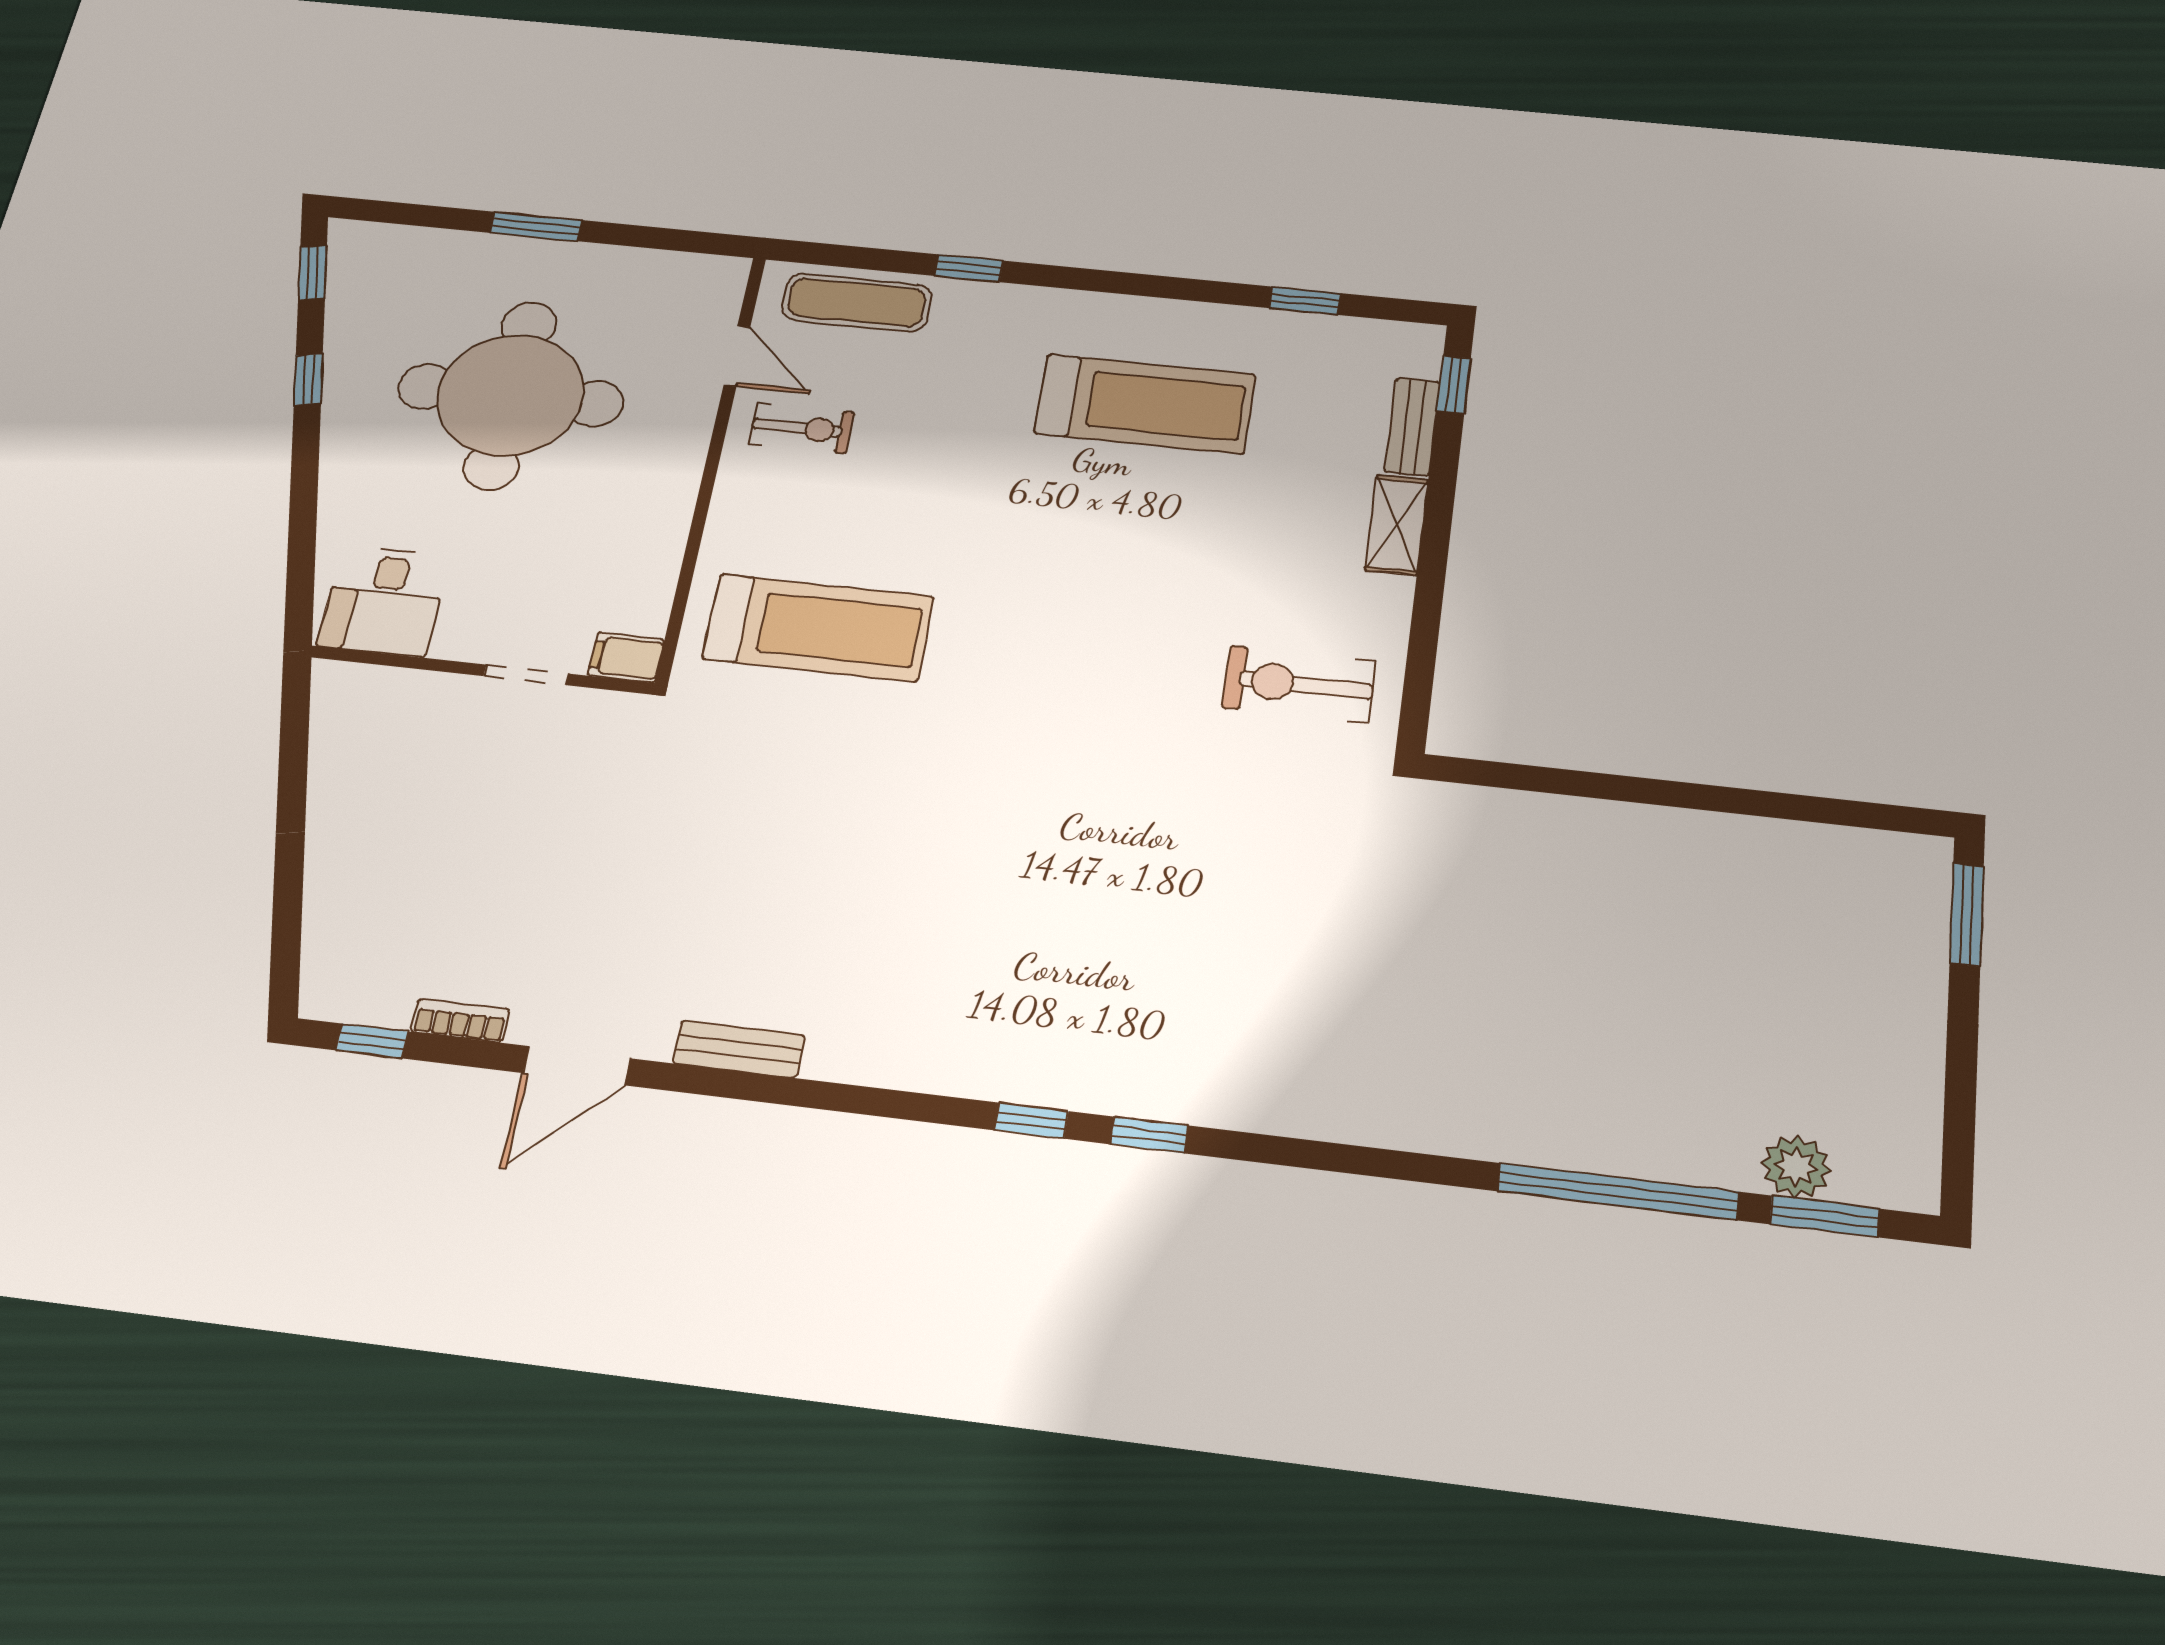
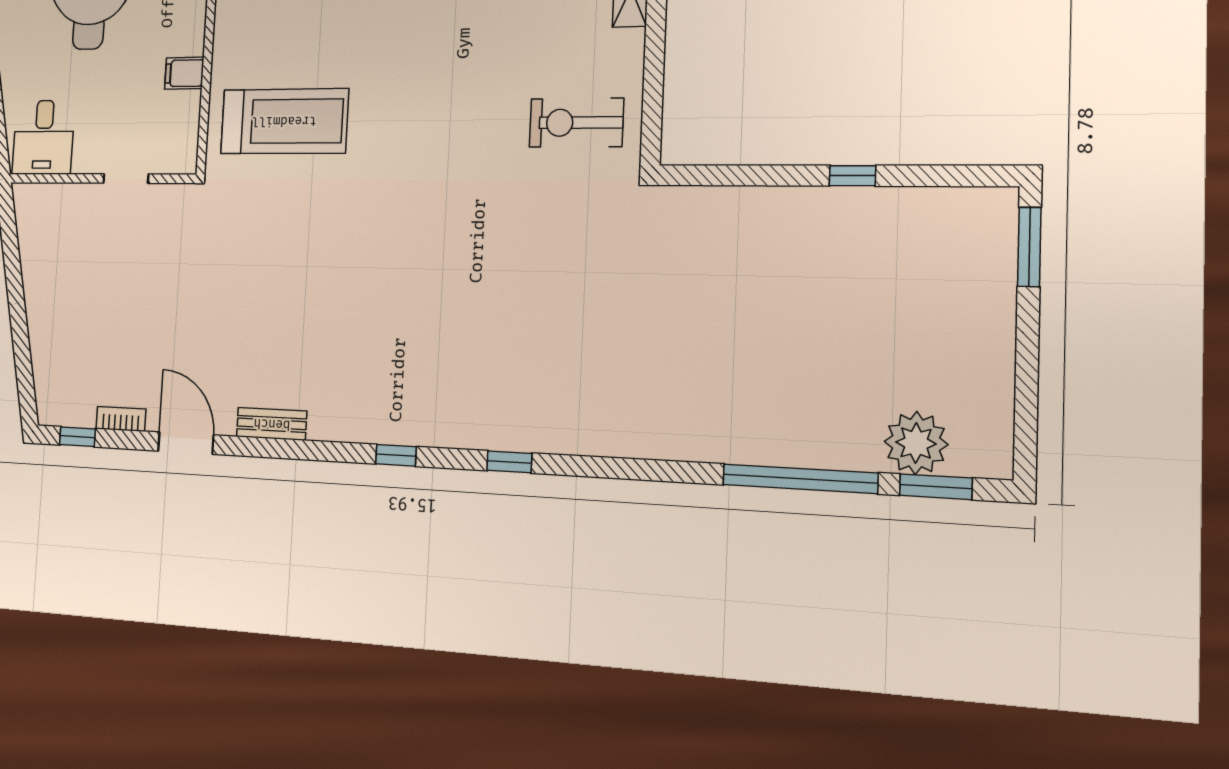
filing cabinet: (626, 658) -> (184, 73), moved
window: (1715, 799) -> (853, 176), added
door: (577, 1066) -> (186, 443), swing flipped
window: (1031, 1121) -> (396, 455), moved
plant: (1796, 1167) -> (916, 443), width x1.36, depth x1.36

